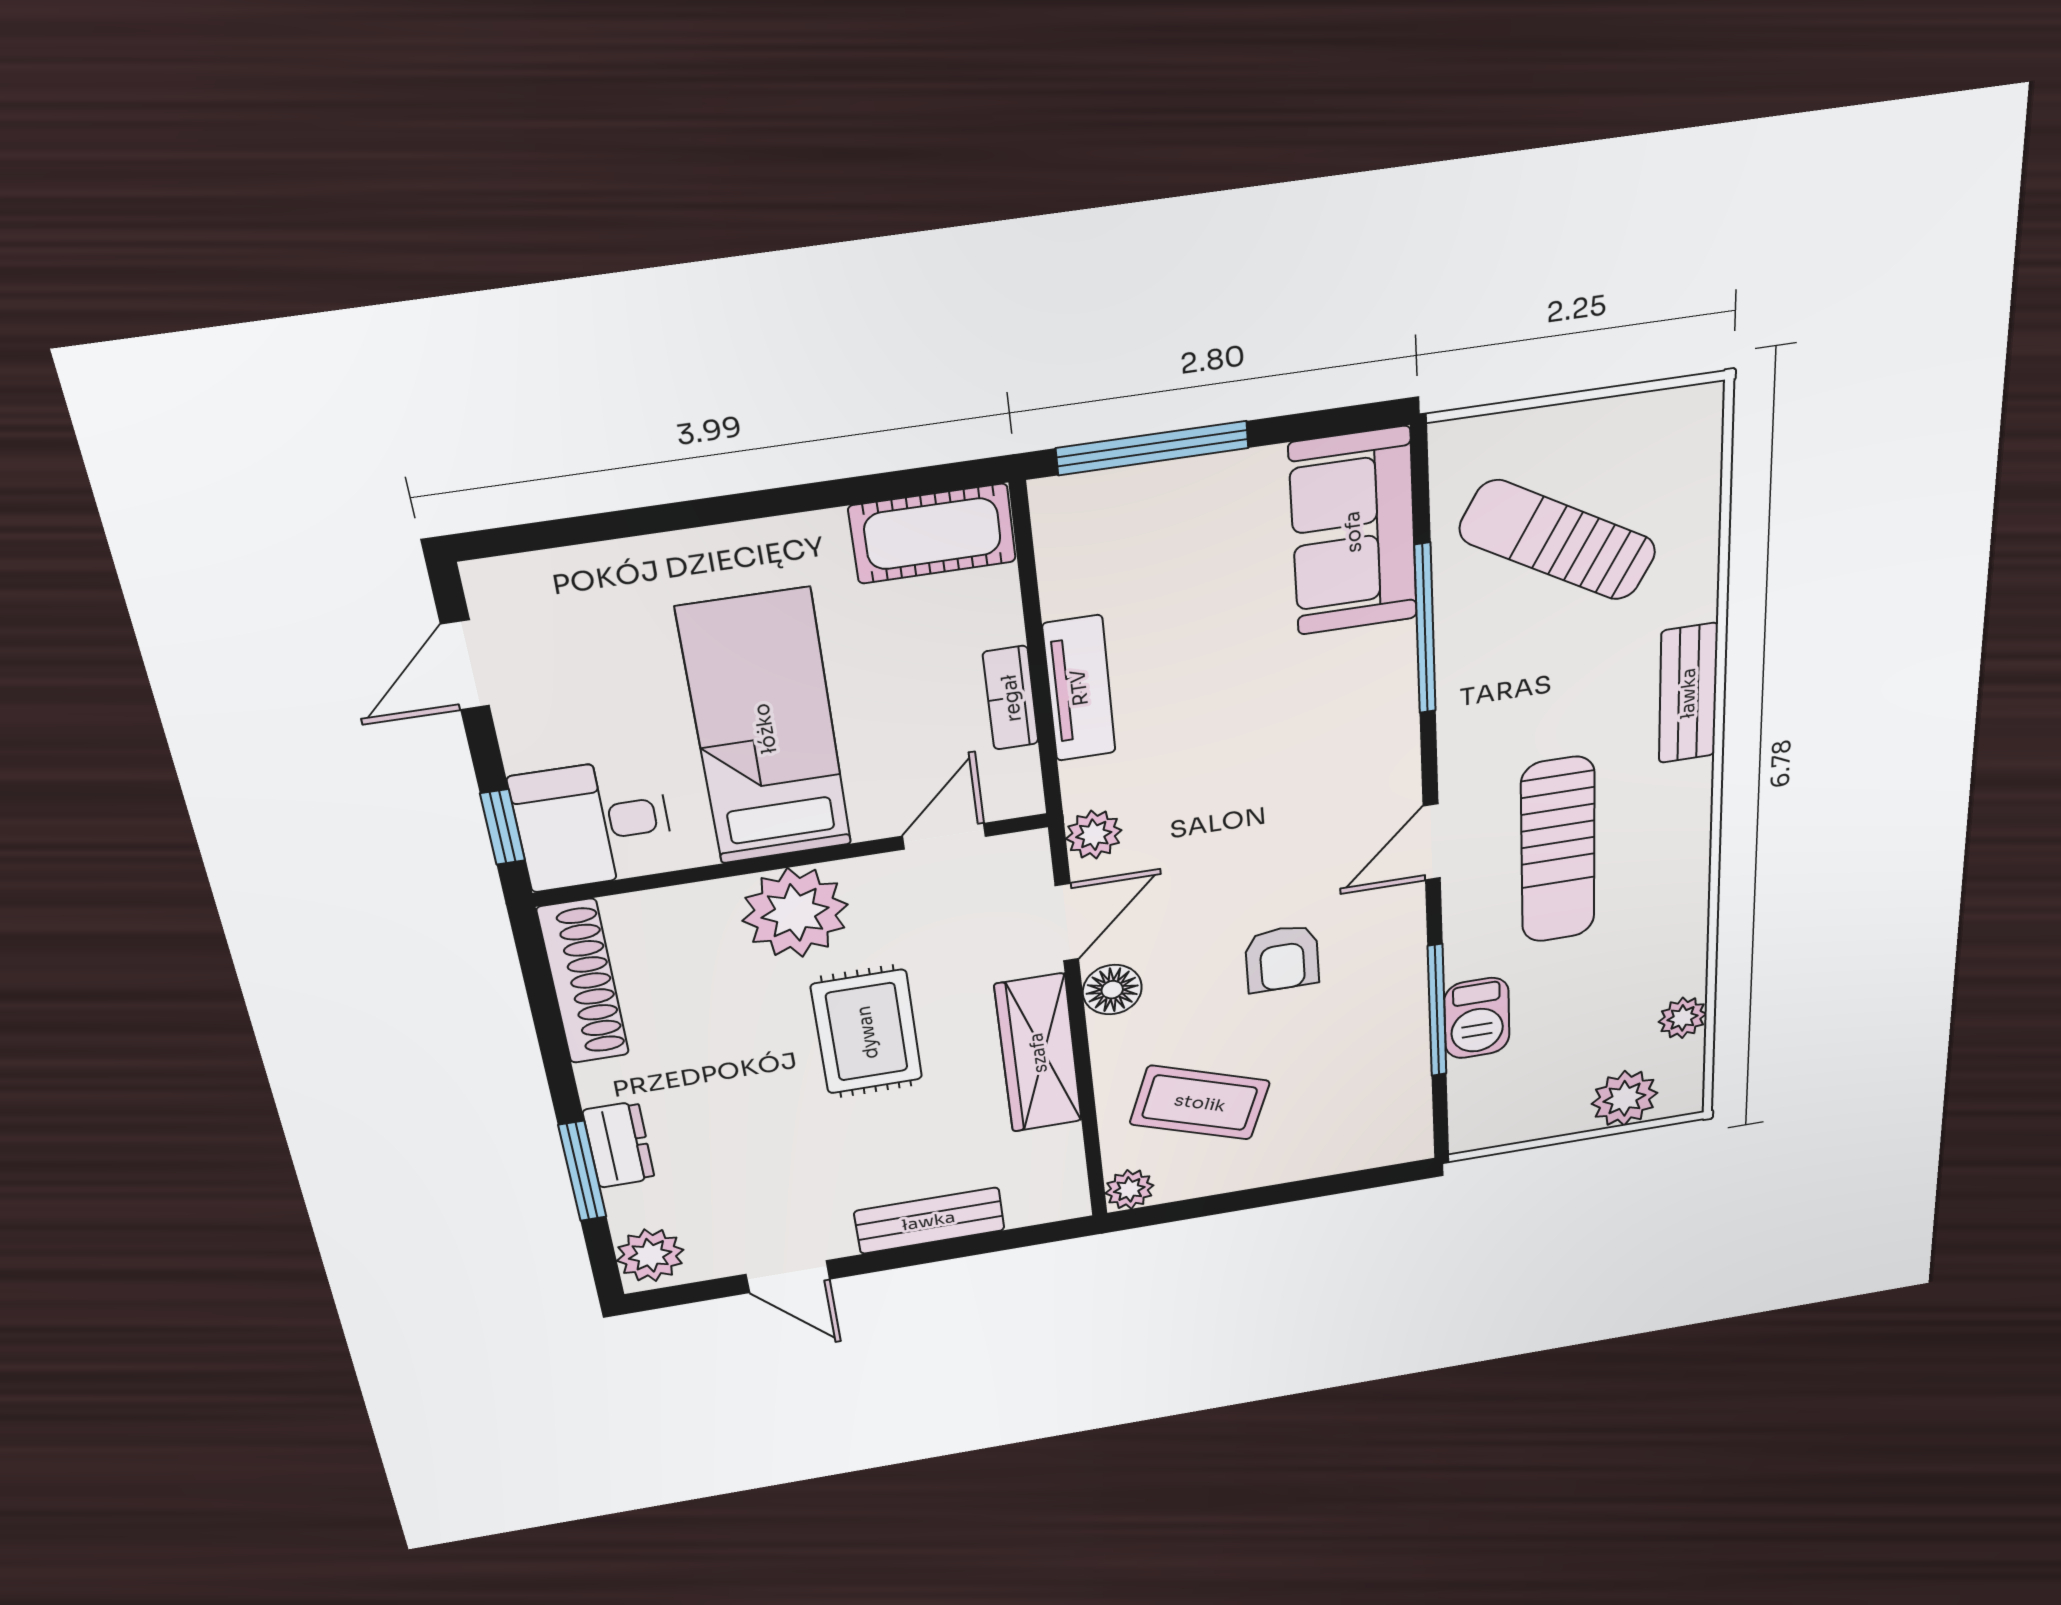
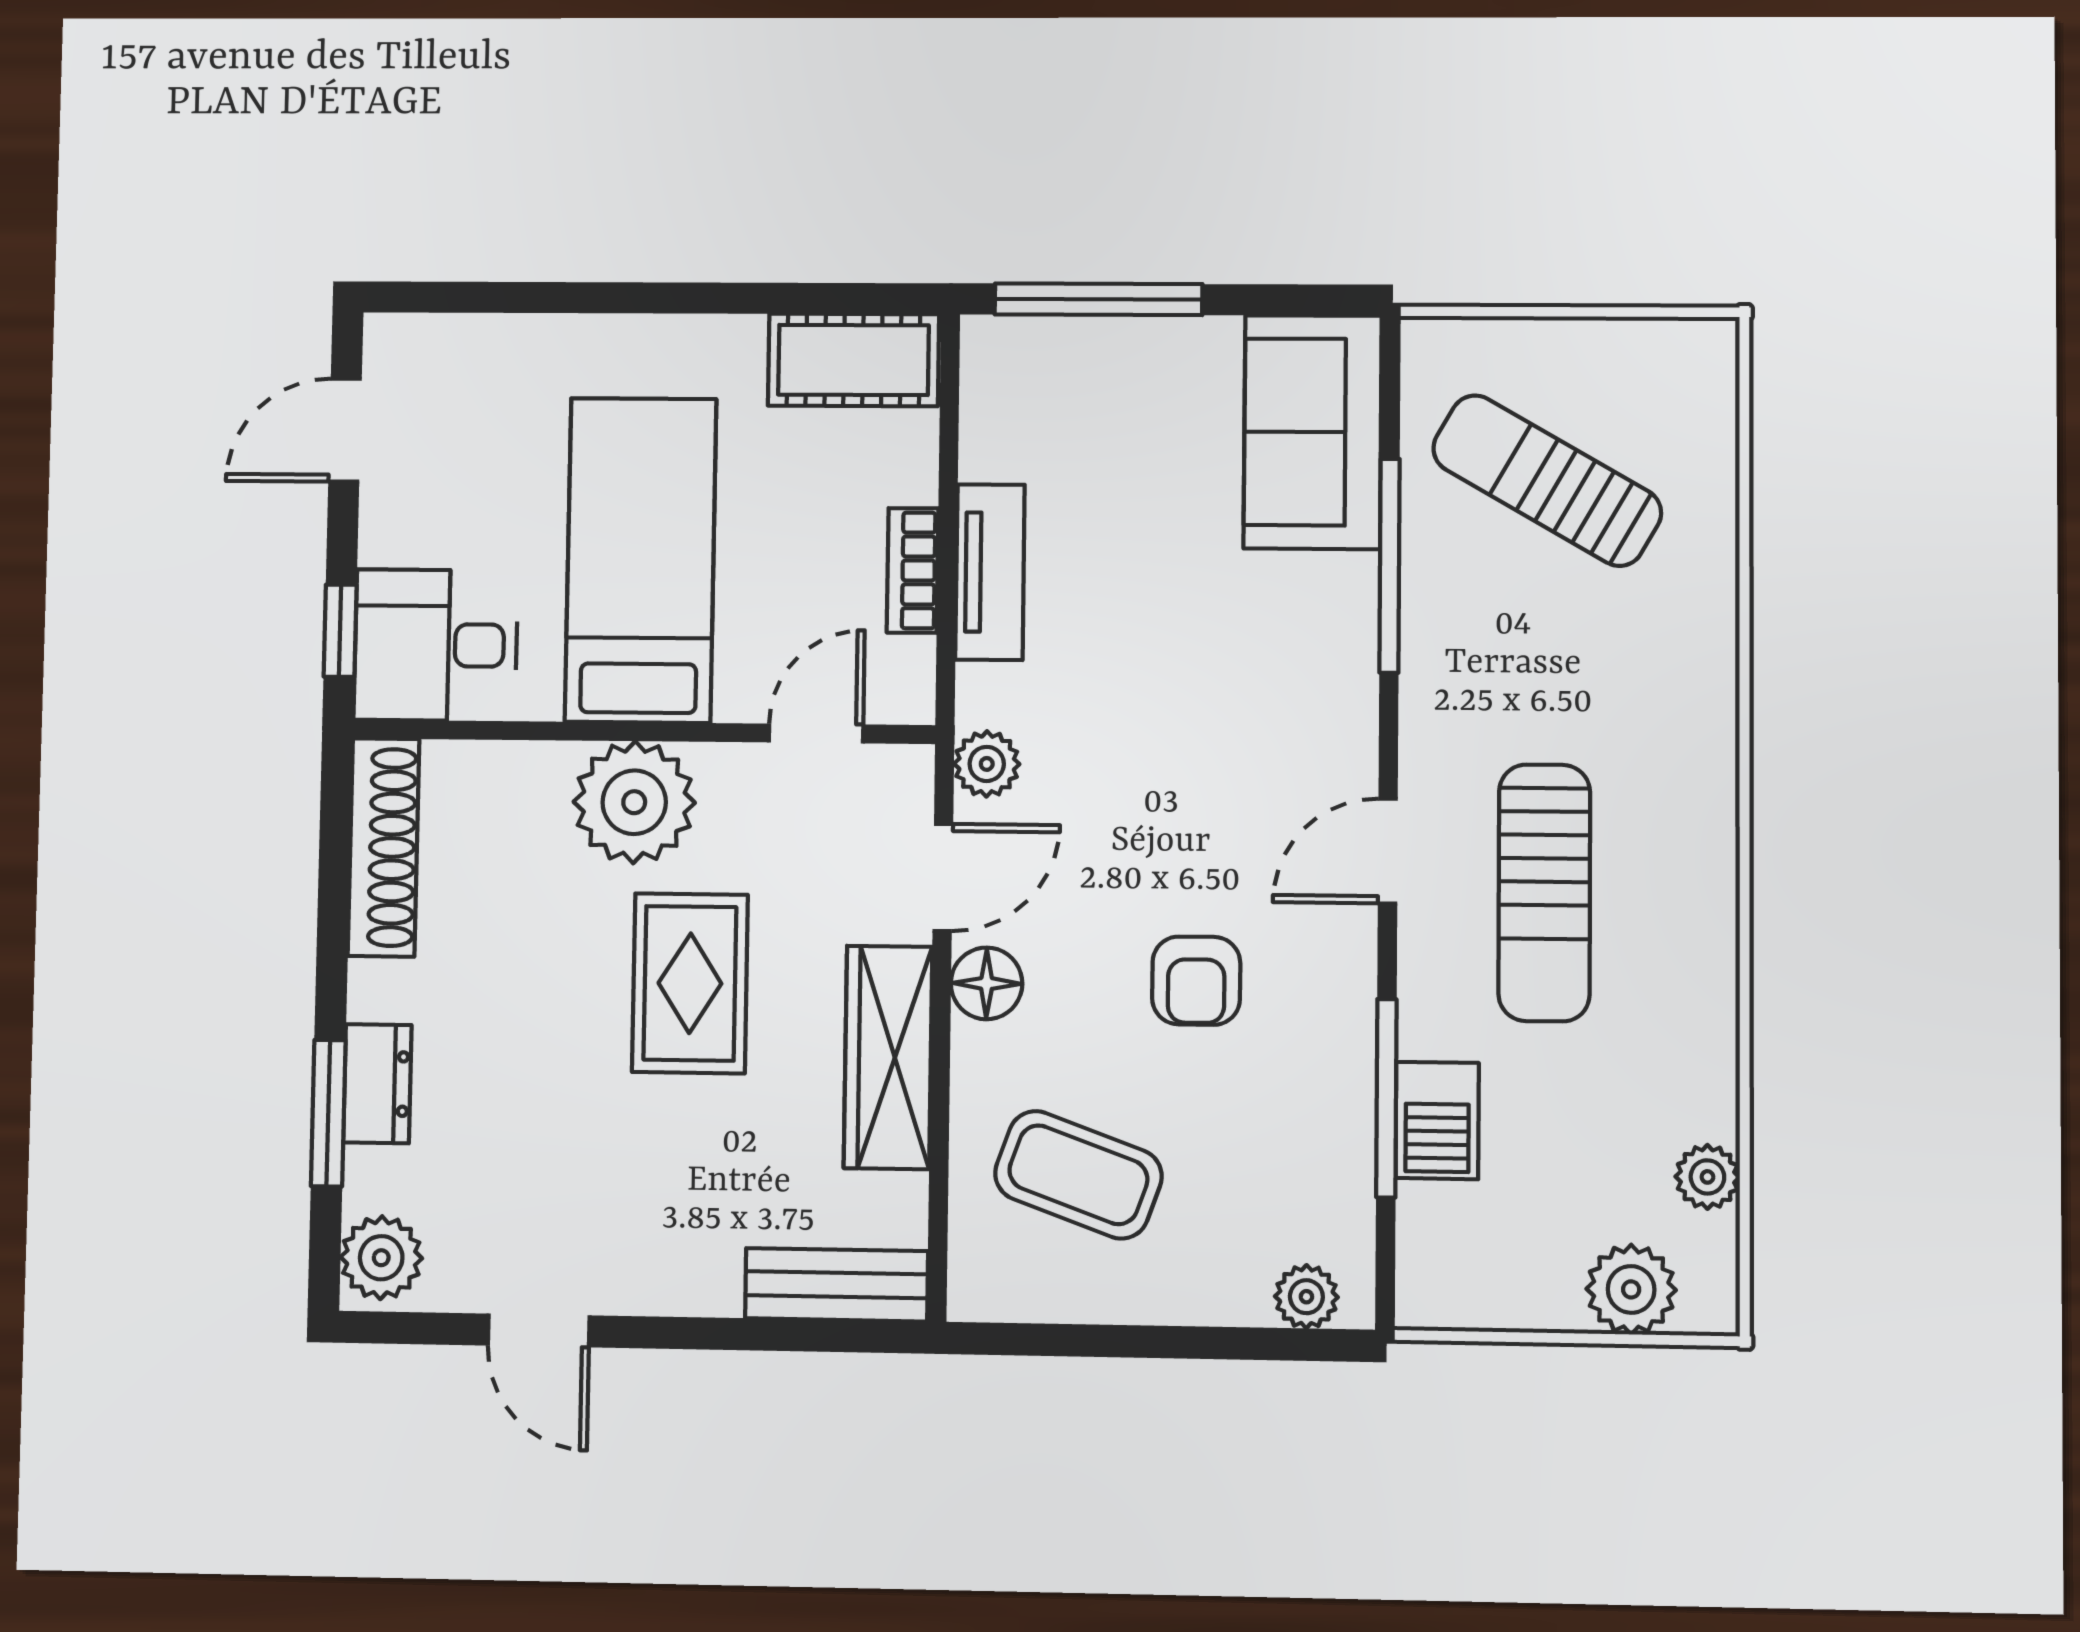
bench: (1688, 693) -> (1705, 705), removed
plant: (1129, 1189) -> (1306, 1297), moved
bench: (929, 1221) -> (836, 1285), moved

